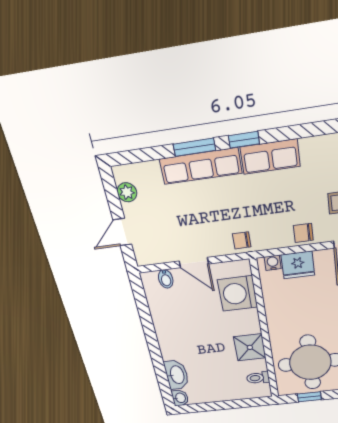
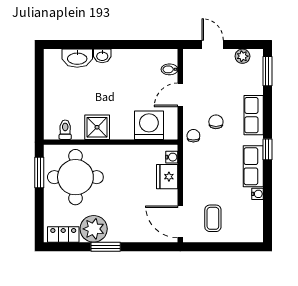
water cooler: (308, 145) -> (257, 194), added
window: (194, 147) -> (267, 71), moved
row of seats: (201, 166) -> (254, 115), width x0.68
chair: (303, 233) -> (216, 122), moved
window: (309, 397) -> (39, 173), width x1.50
washbasin: (180, 398) -> (102, 56), moved

